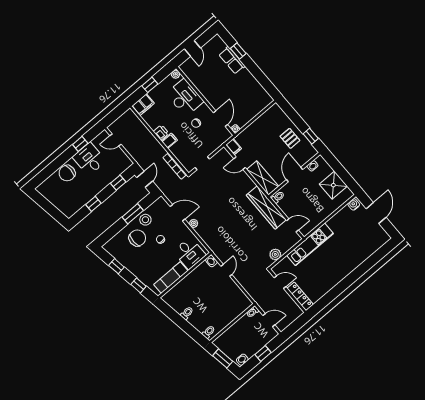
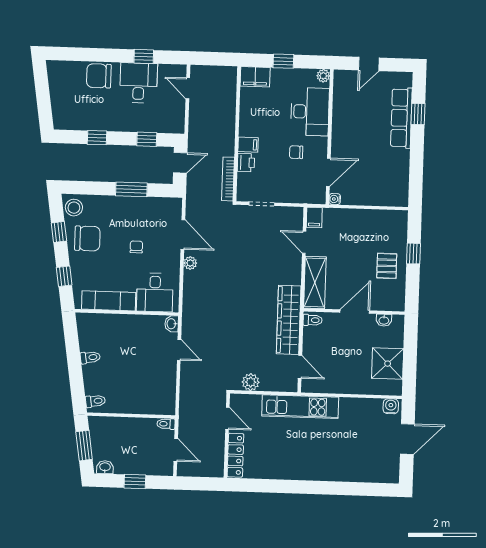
row of seats: (232, 60) -> (401, 118), width x1.48
printer: (161, 132) -> (246, 162), moved
window: (311, 136) -> (413, 254), moved
stool: (145, 220) -> (74, 208), moved
chair: (137, 238) -> (87, 238), moved
door: (226, 270) -> (179, 350), hinge flipped

